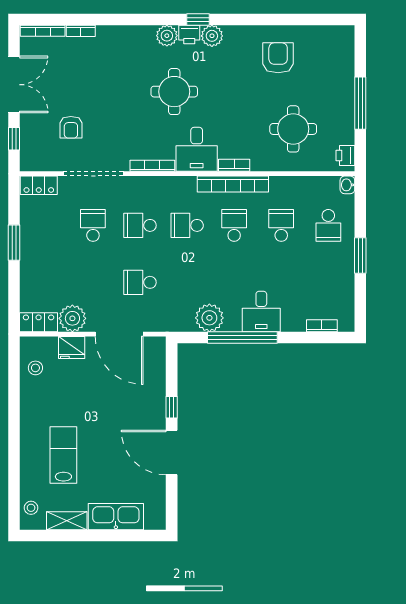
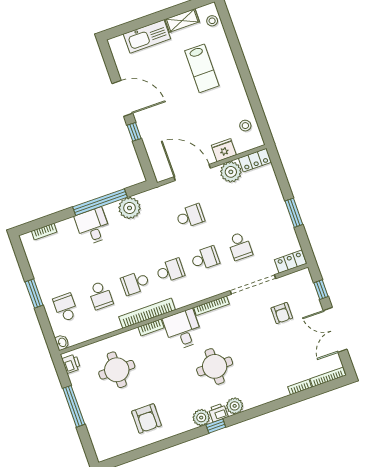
armchair: (71, 127) -> (282, 313), turned 180
school desk: (234, 225) -> (135, 283), turned 90

